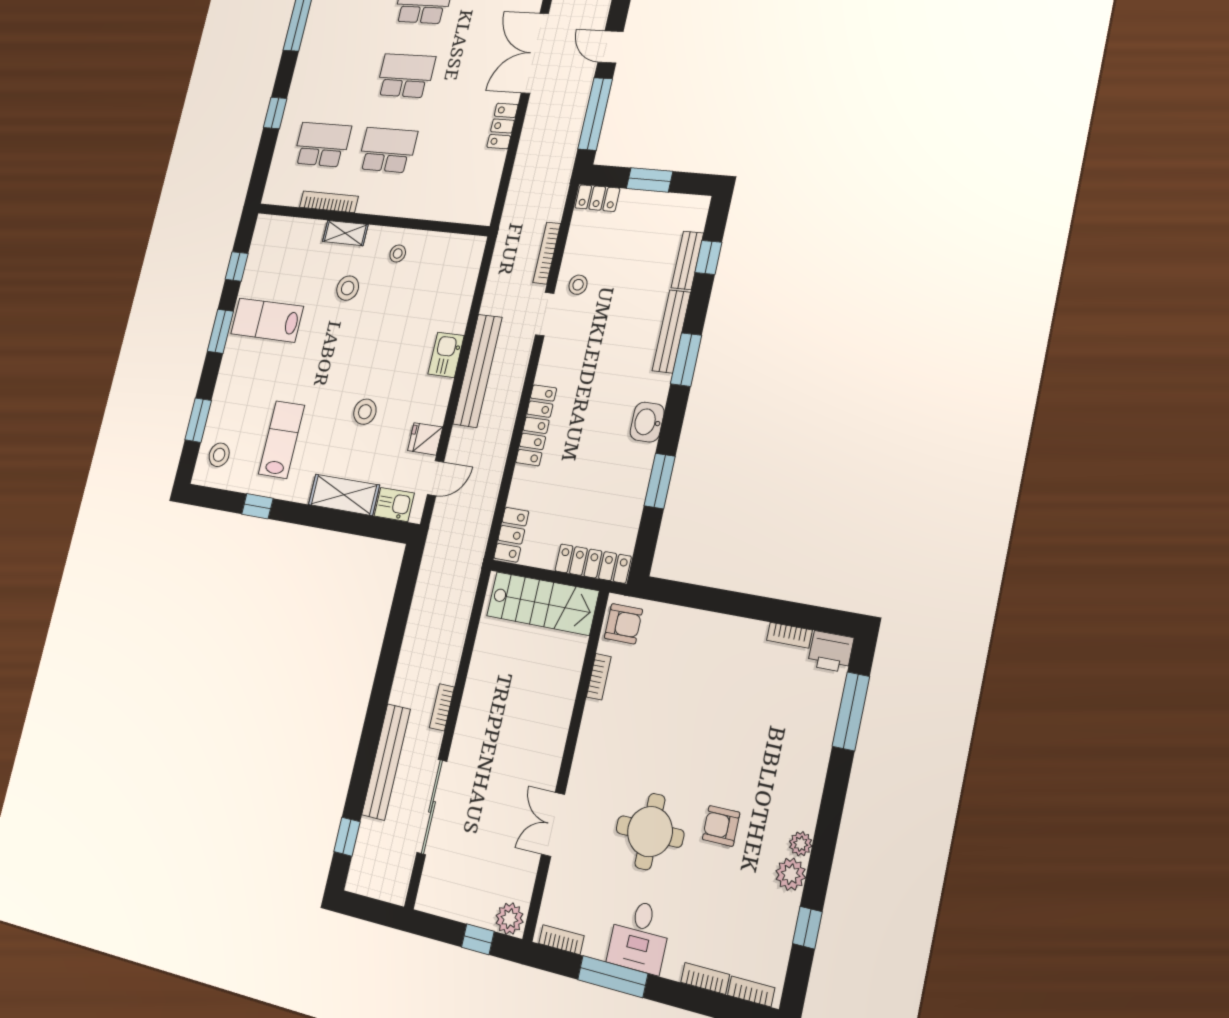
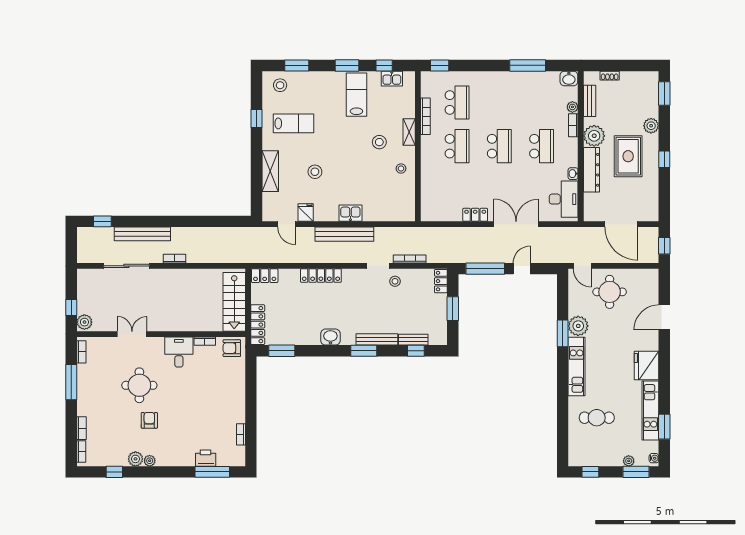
window: (275, 113) -> (440, 65), moved
window: (660, 481) -> (282, 351), moved
kitchen sink: (394, 505) -> (392, 79), moved, turned 90
armchair: (623, 624) -> (232, 348), turned 90
printer: (831, 652) -> (206, 458), moved, turned 90
desk: (639, 936) -> (179, 352), moved, turned 90

